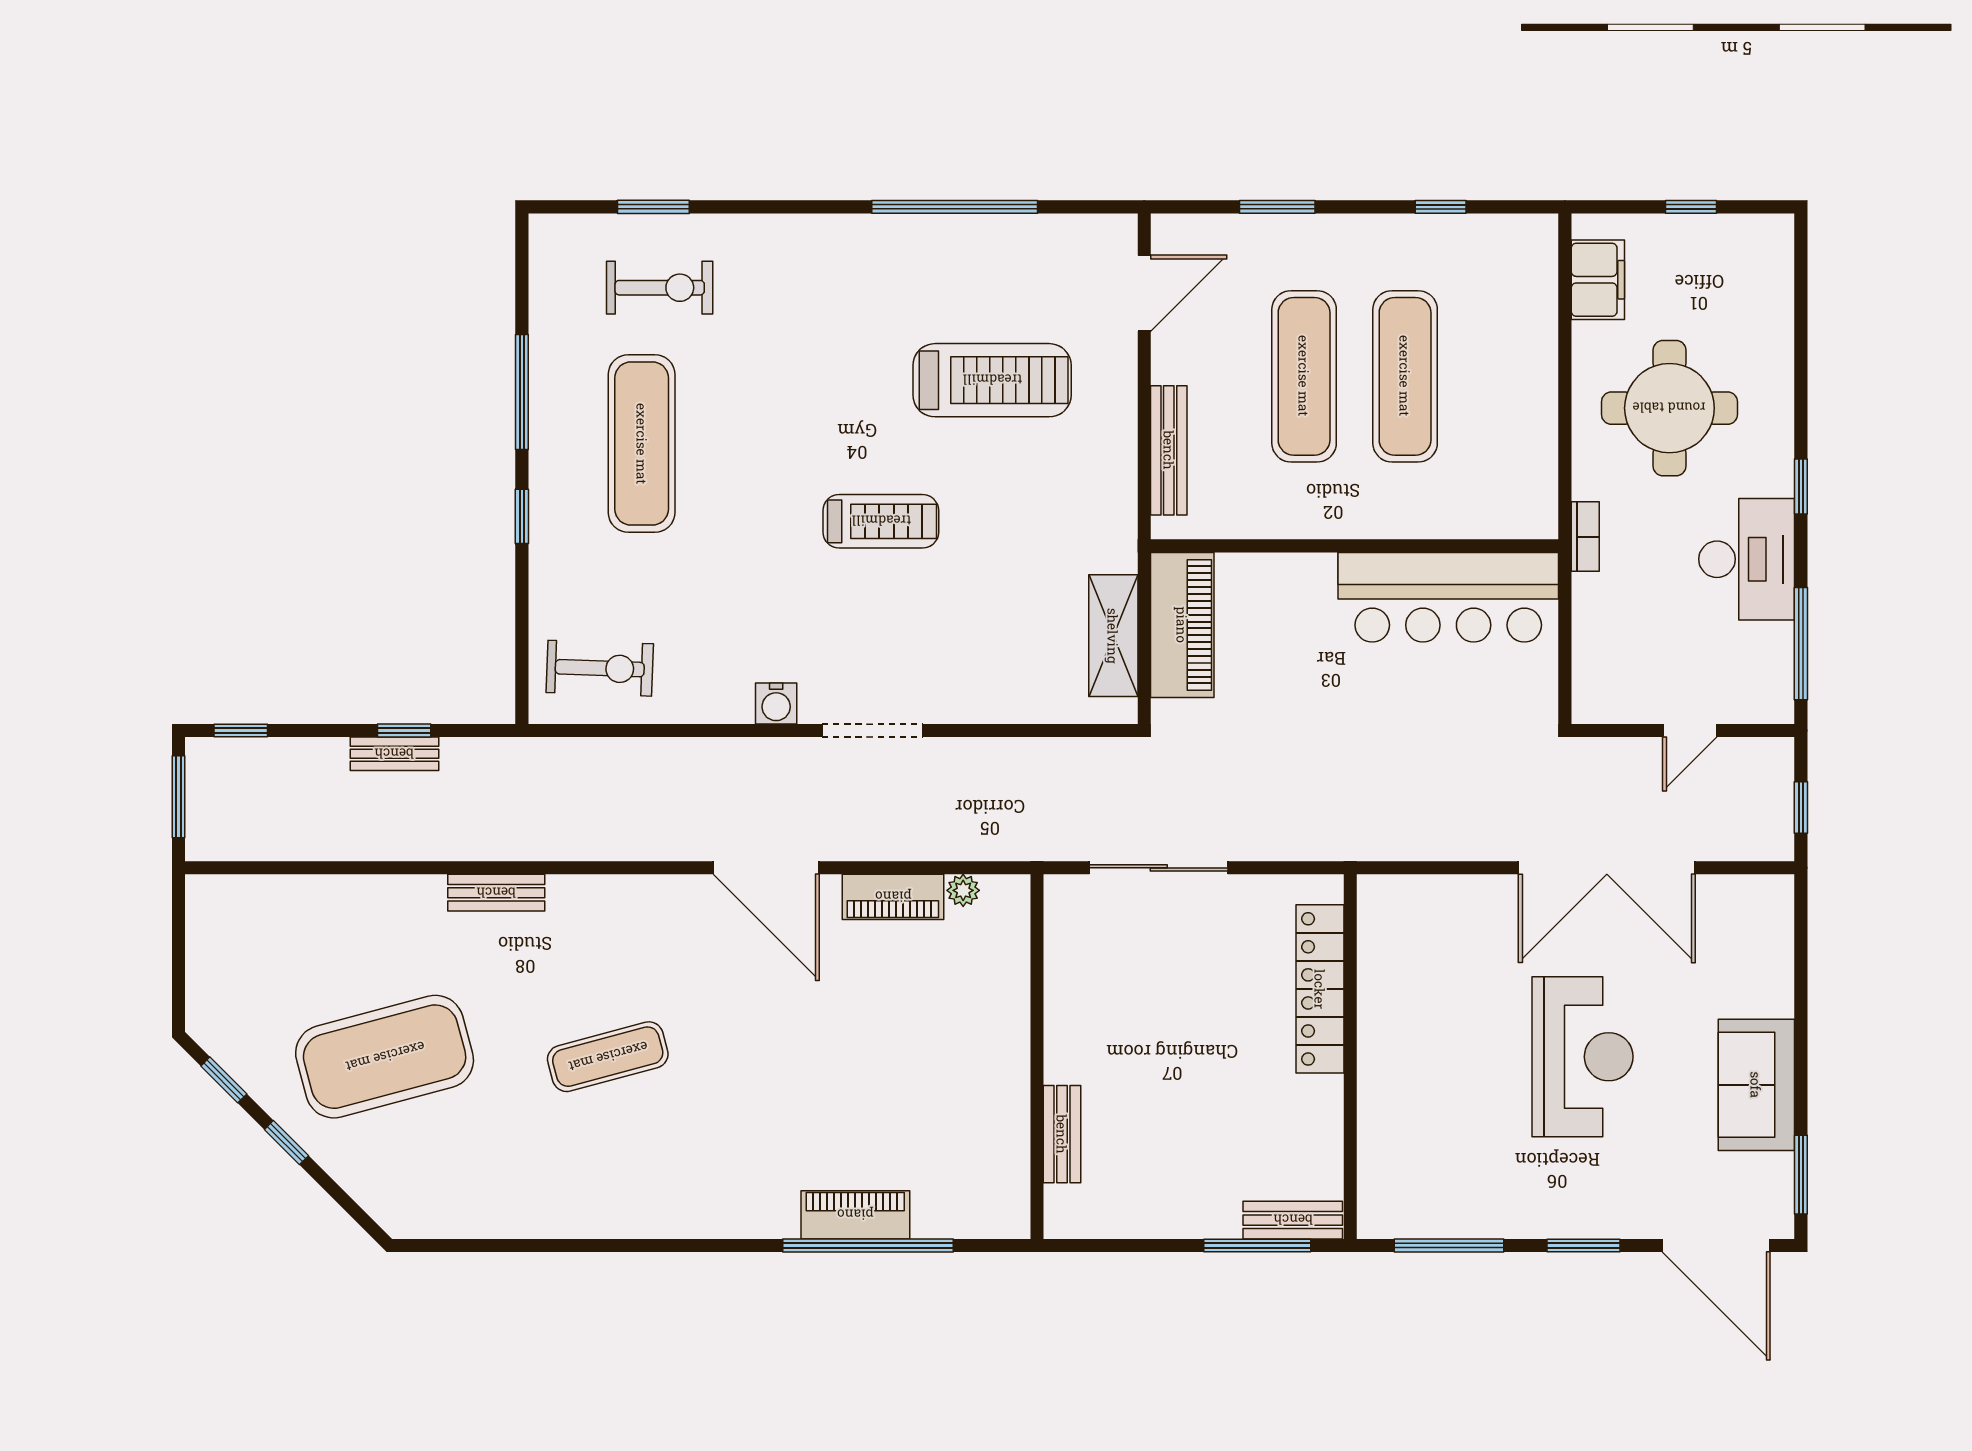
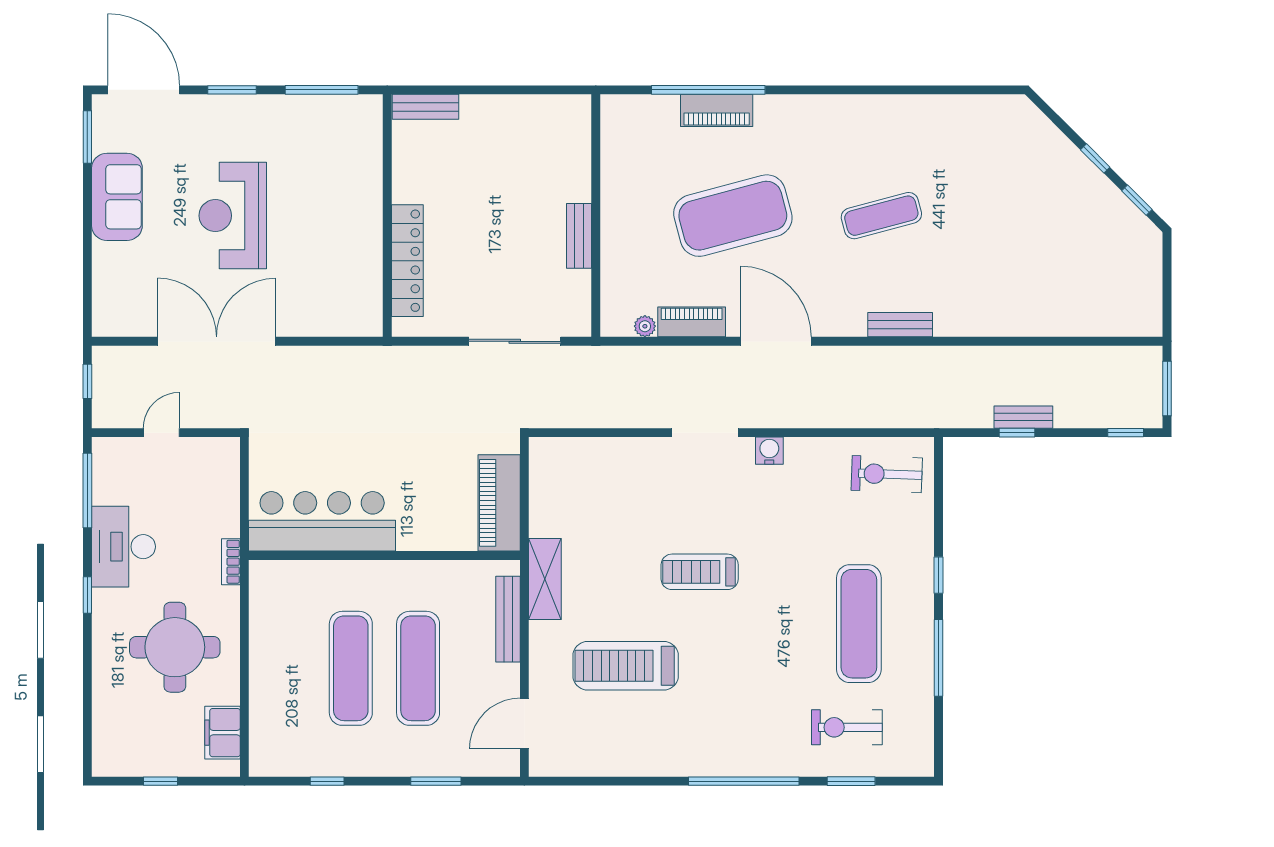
window: (955, 207) -> (744, 781), moved
shelving: (1113, 636) -> (545, 579), moved
bench: (496, 893) -> (900, 325), moved
exercise mat: (385, 1057) -> (733, 216), moved
bench: (1062, 1134) -> (579, 236), moved
window: (1257, 1245) -> (449, 90), removed

